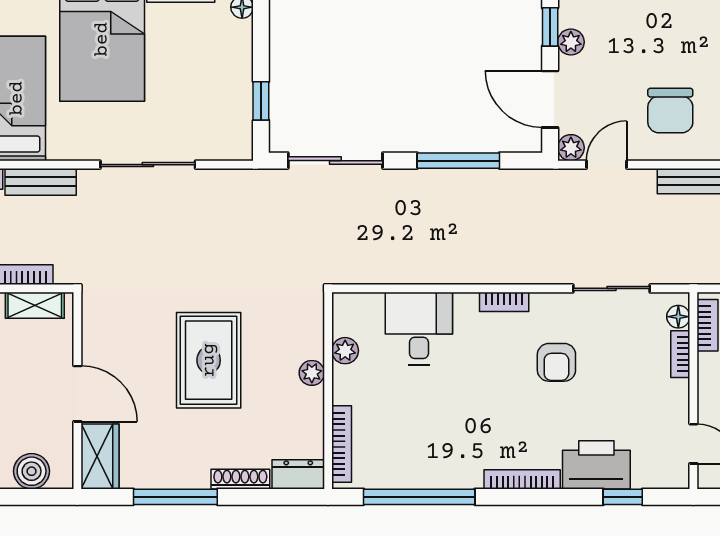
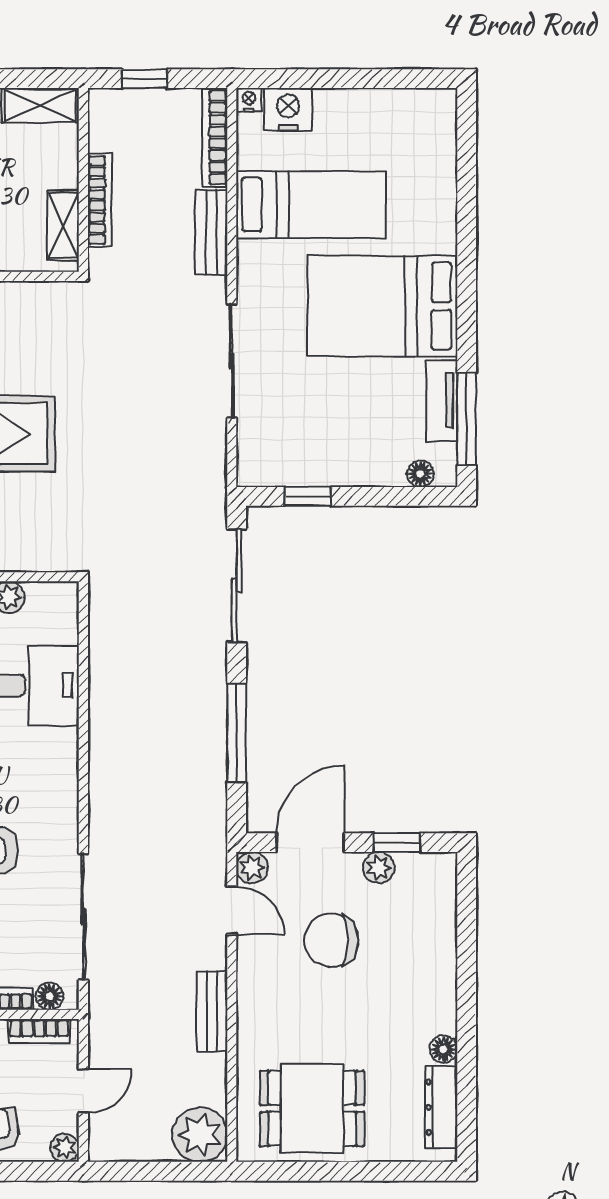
chair: (670, 111) -> (331, 940), moved
sliding door: (612, 288) -> (83, 916), width x1.37
bookcase: (504, 302) -> (67, 788), removed

